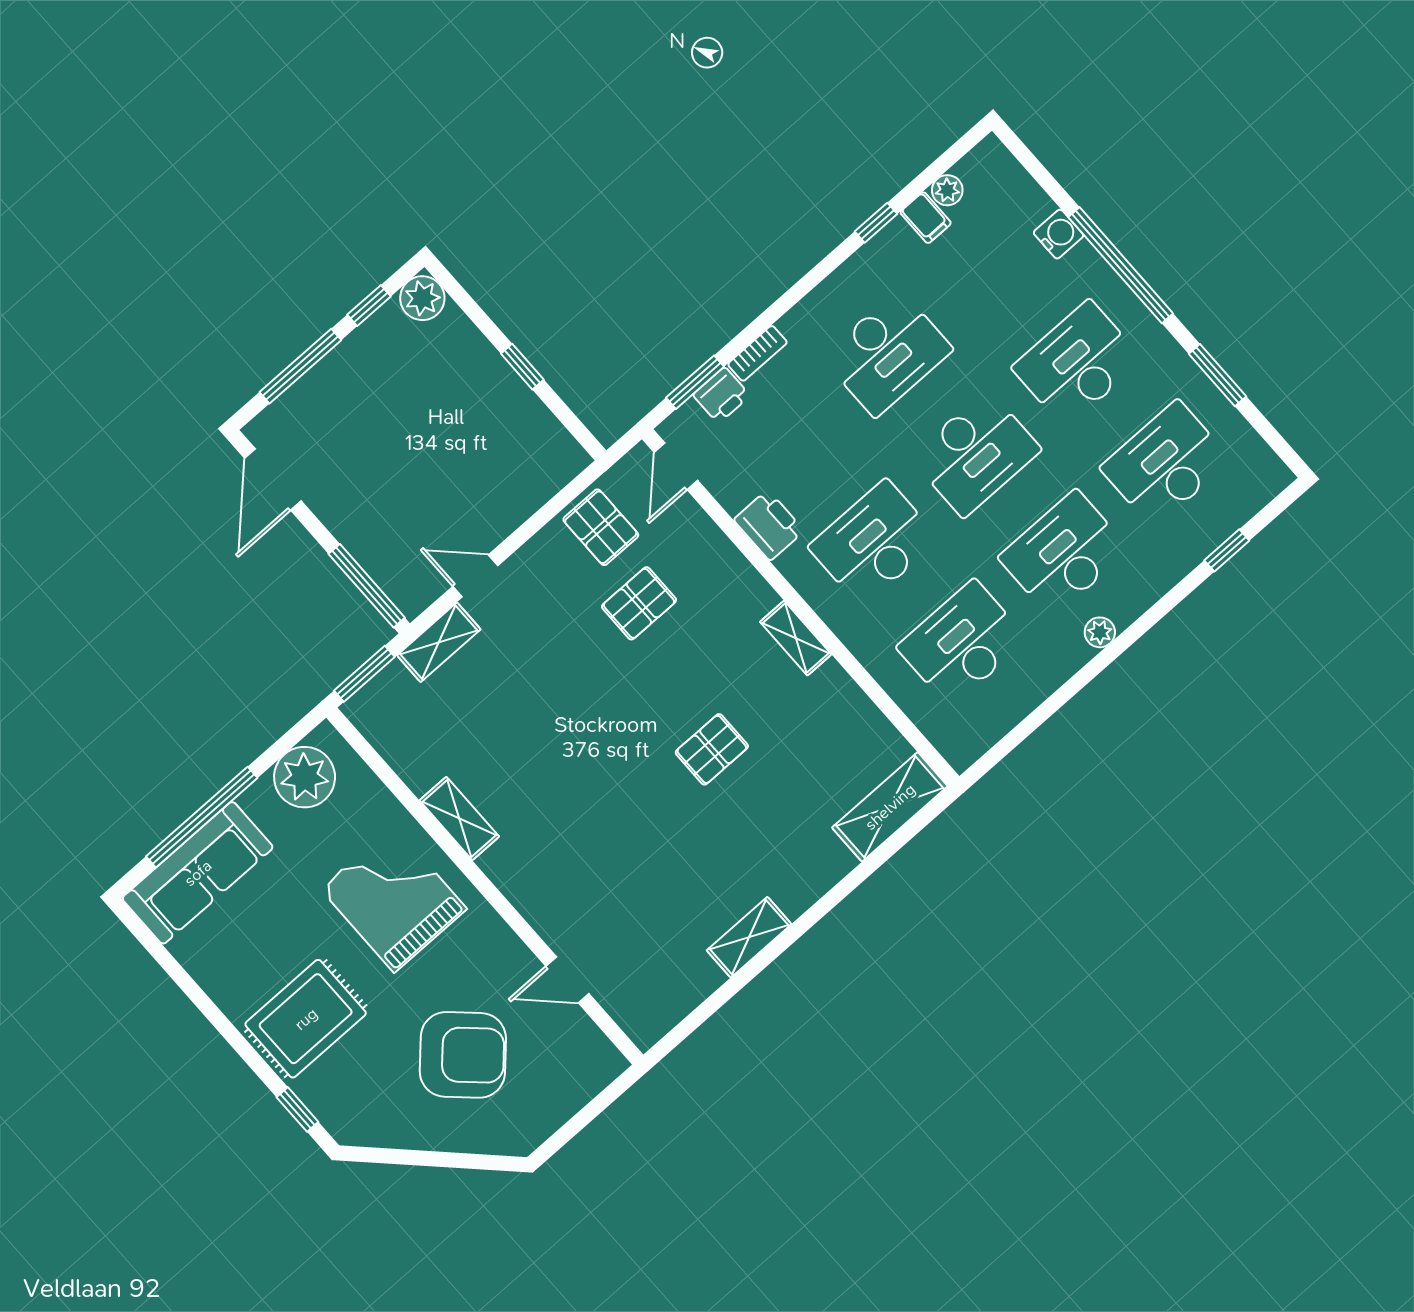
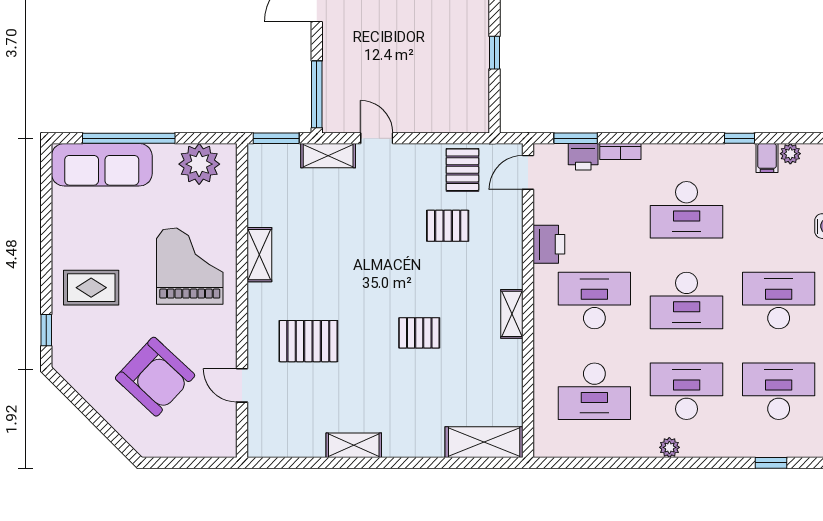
desk: (962, 643) -> (594, 391), turned 180
pallet: (597, 866) -> (308, 341), added
rug: (306, 1019) -> (91, 288), width x0.73, depth x0.70

